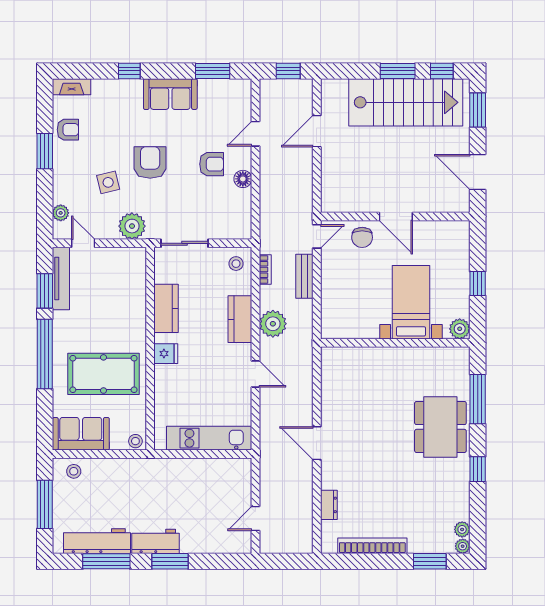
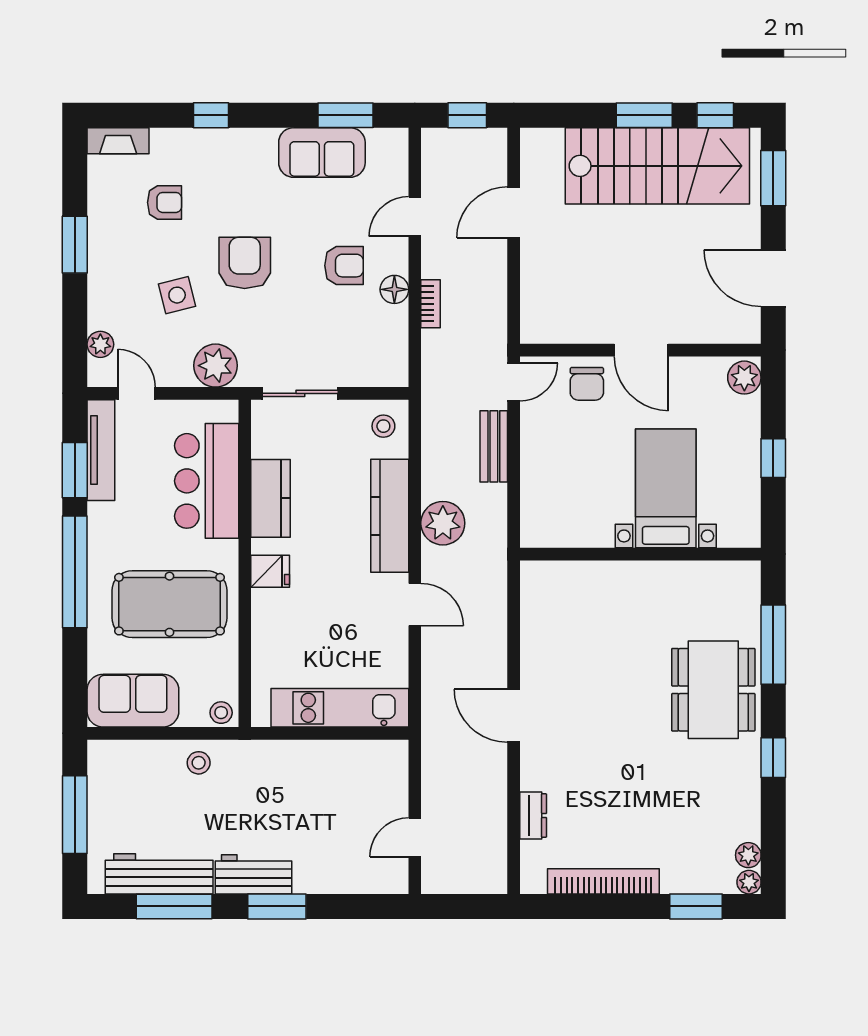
sofa: (170, 94) -> (322, 153), moved
armchair: (68, 130) -> (165, 202), moved
bookcase: (265, 270) -> (431, 304), moved
bar counter: (126, 298) -> (207, 481), added
kitchen counter: (240, 319) -> (390, 516), width x1.50
plant: (460, 329) -> (744, 378), moved
stool: (74, 471) -> (199, 763), moved

